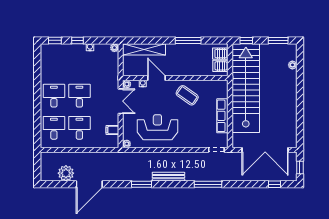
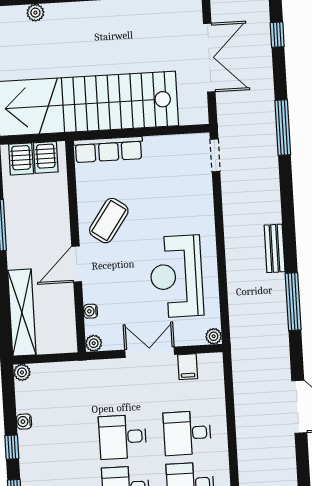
door: (156, 78) -> (77, 264), moved
double door: (121, 101) -> (150, 352), moved
row of seats: (222, 116) -> (108, 149), moved
double door: (265, 150) -> (209, 58), width x0.73
plant: (66, 173) -> (280, 455), removed
bench: (168, 177) -> (275, 248), width x0.73
window: (142, 184) -> (293, 302), width x1.44
window: (208, 184) -> (283, 128), moved

